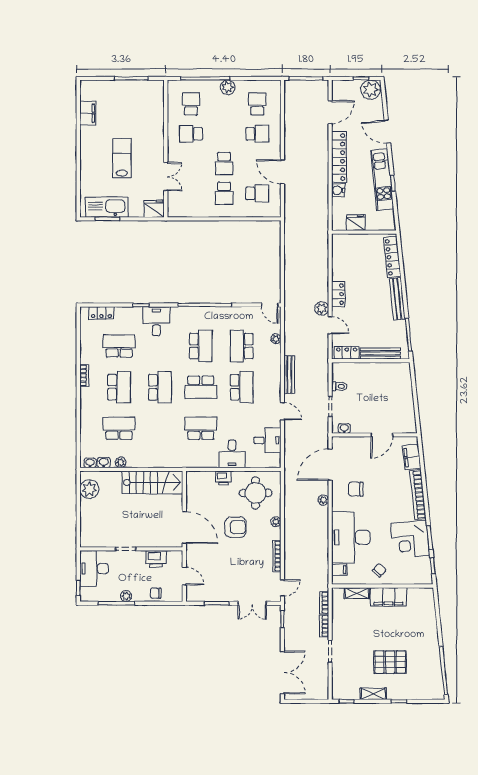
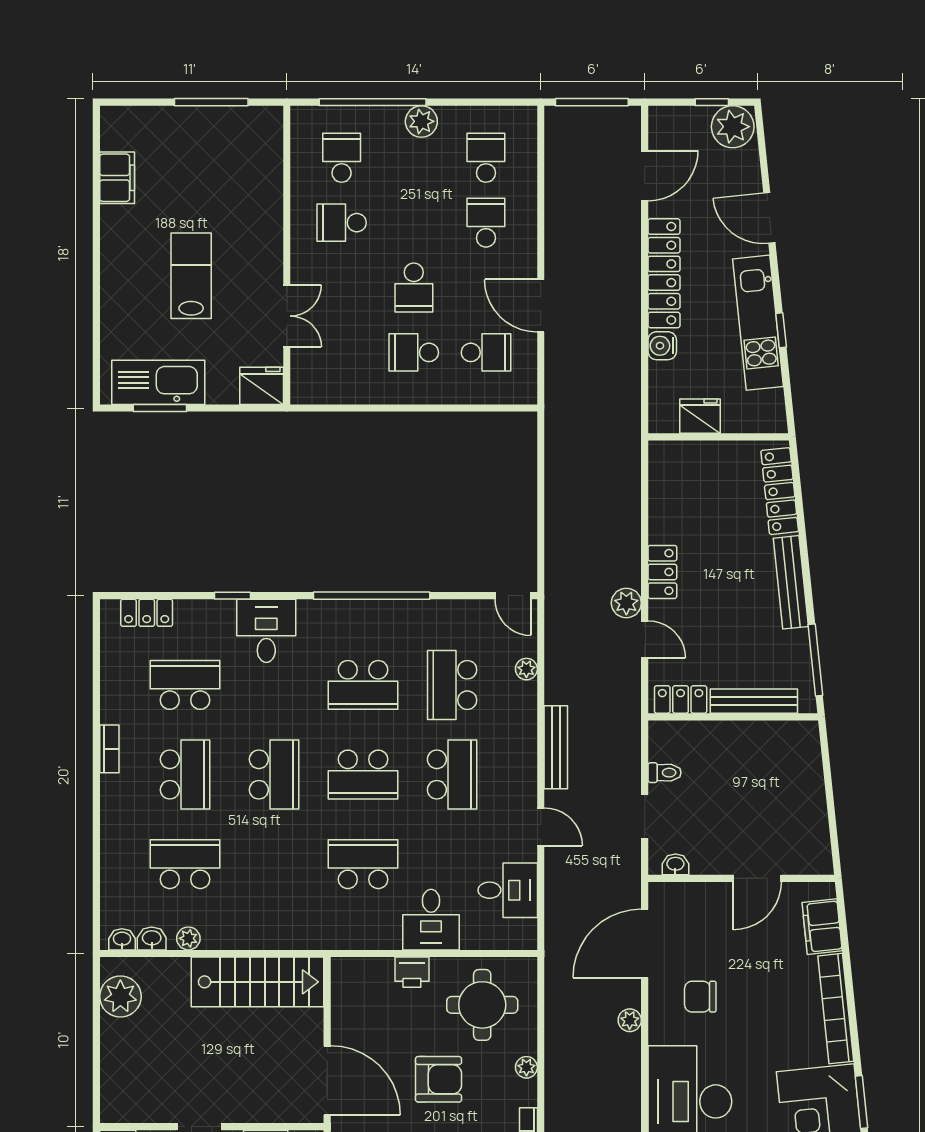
school desk: (257, 134) -> (486, 223), turned -90
school desk: (224, 193) -> (414, 352), turned 90
school desk: (201, 346) -> (363, 685), turned 90

